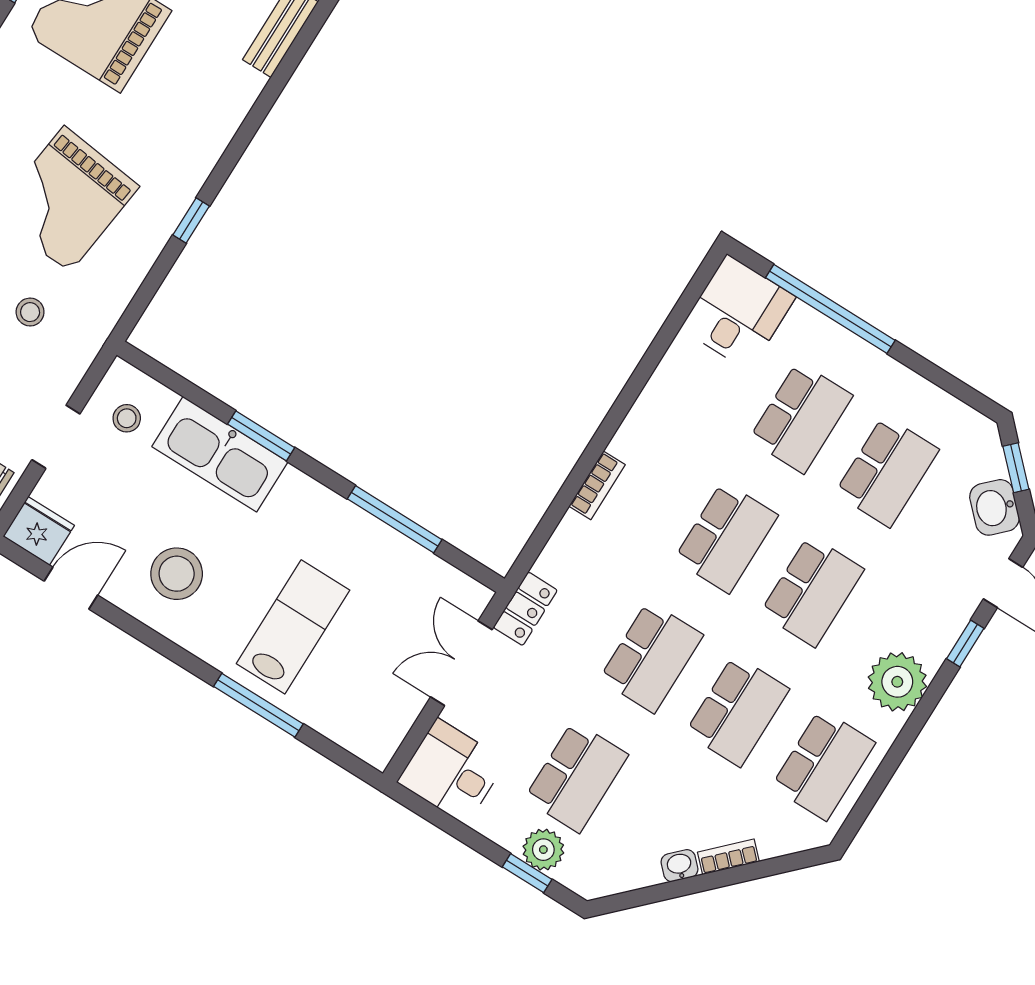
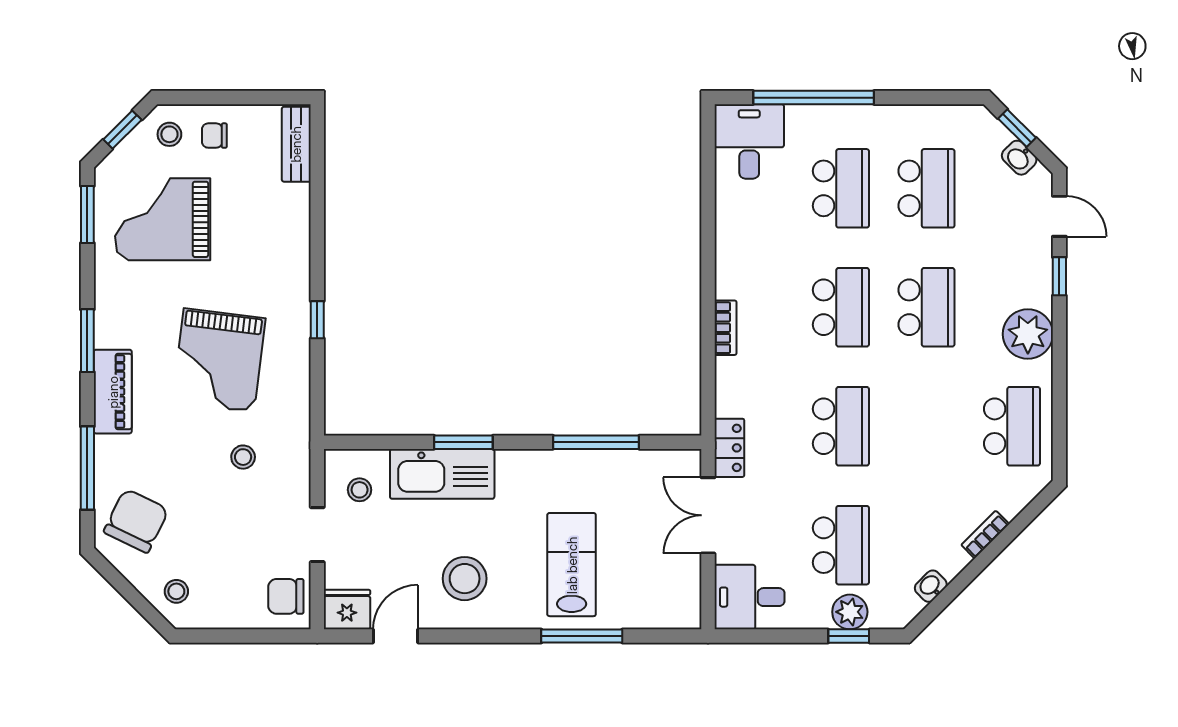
washbasin: (994, 507) -> (1019, 158), width x0.72, depth x0.69
school desk: (737, 711) -> (926, 426), removed
washbasin: (679, 866) -> (931, 586), moved

